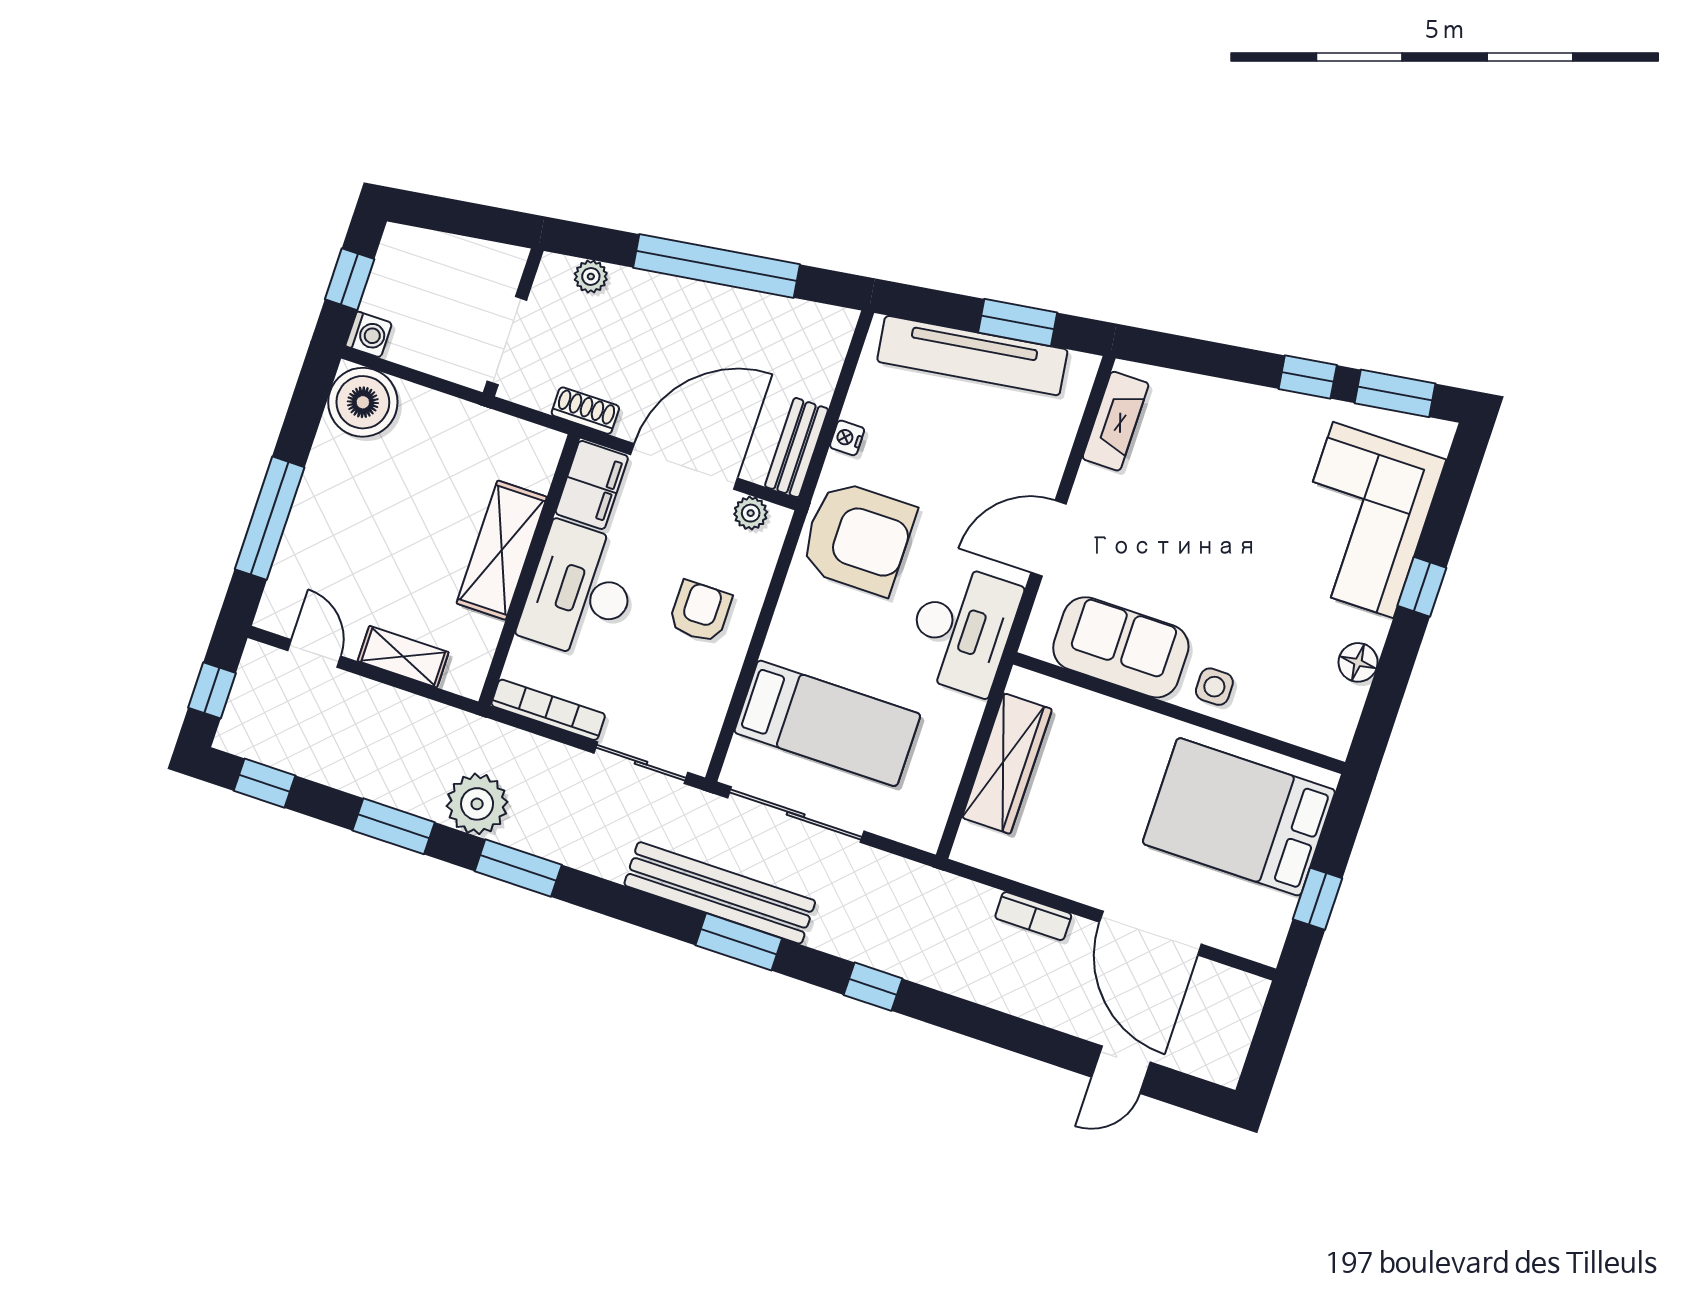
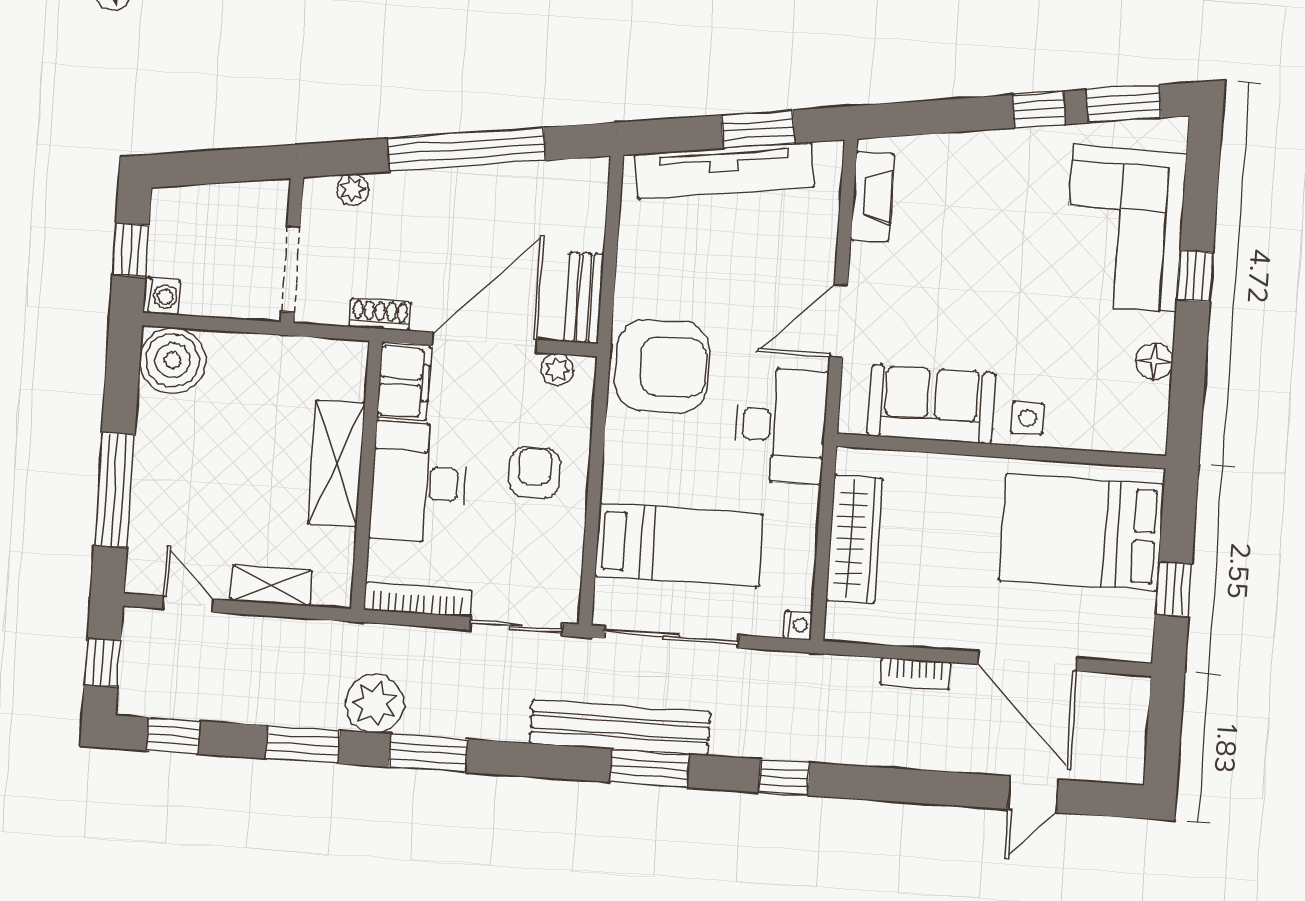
nightstand: (847, 438) -> (798, 625), moved, turned 180

